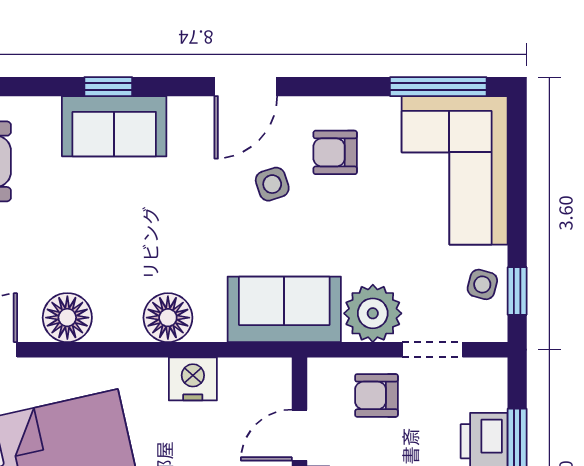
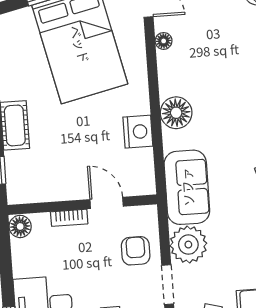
floor lamp: (67, 318) -> (164, 41), width x0.53, depth x0.53

